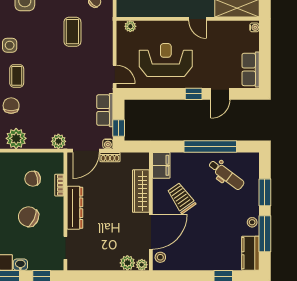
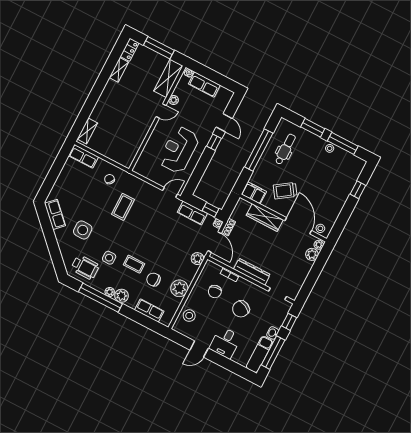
plant: (130, 26) -> (174, 100), moved
coffee table: (72, 32) -> (123, 207), turned 90
row of seats: (251, 69) -> (204, 85), moved
dental chair: (226, 175) -> (285, 149), turned -37
kitchen counter: (250, 253) -> (352, 161), removed

